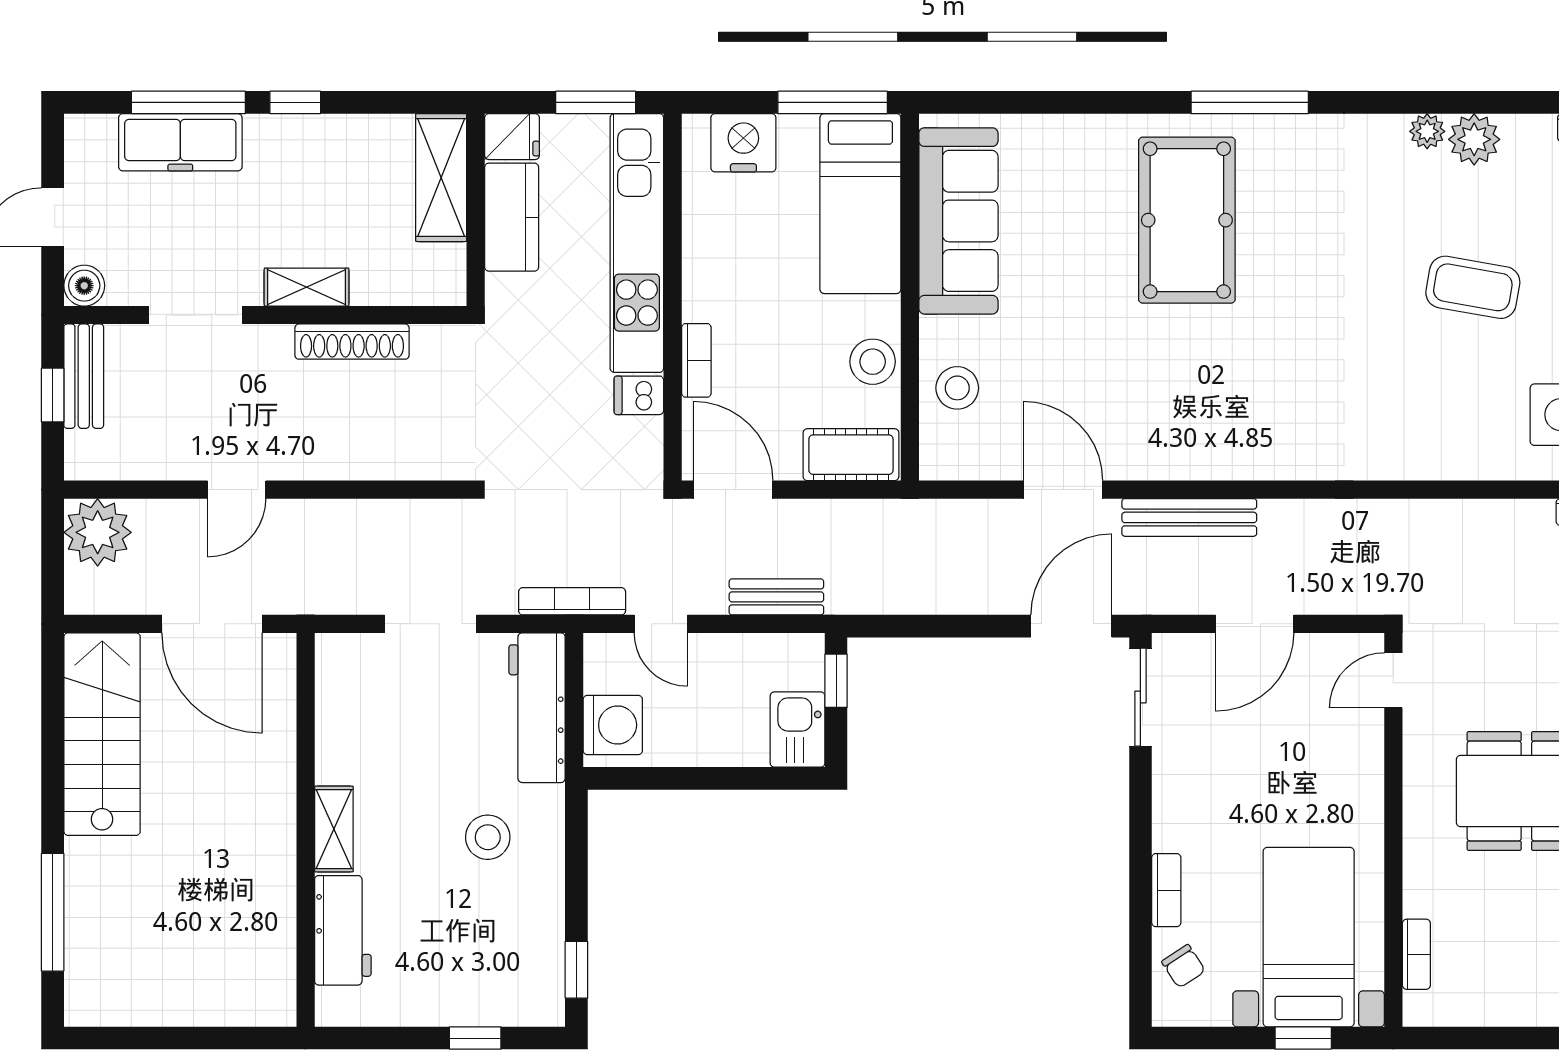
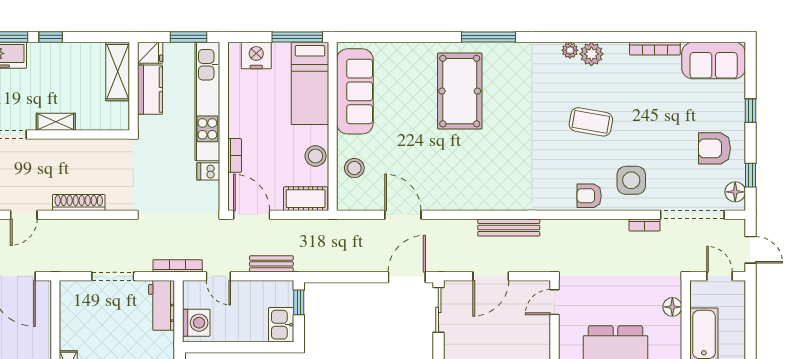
shoe rack: (352, 342) -> (79, 202), moved, turned 180
armchair: (1469, 448) -> (589, 196), added
bench: (1189, 517) -> (509, 227), moved
workbench: (537, 708) -> (162, 305), width x0.73

